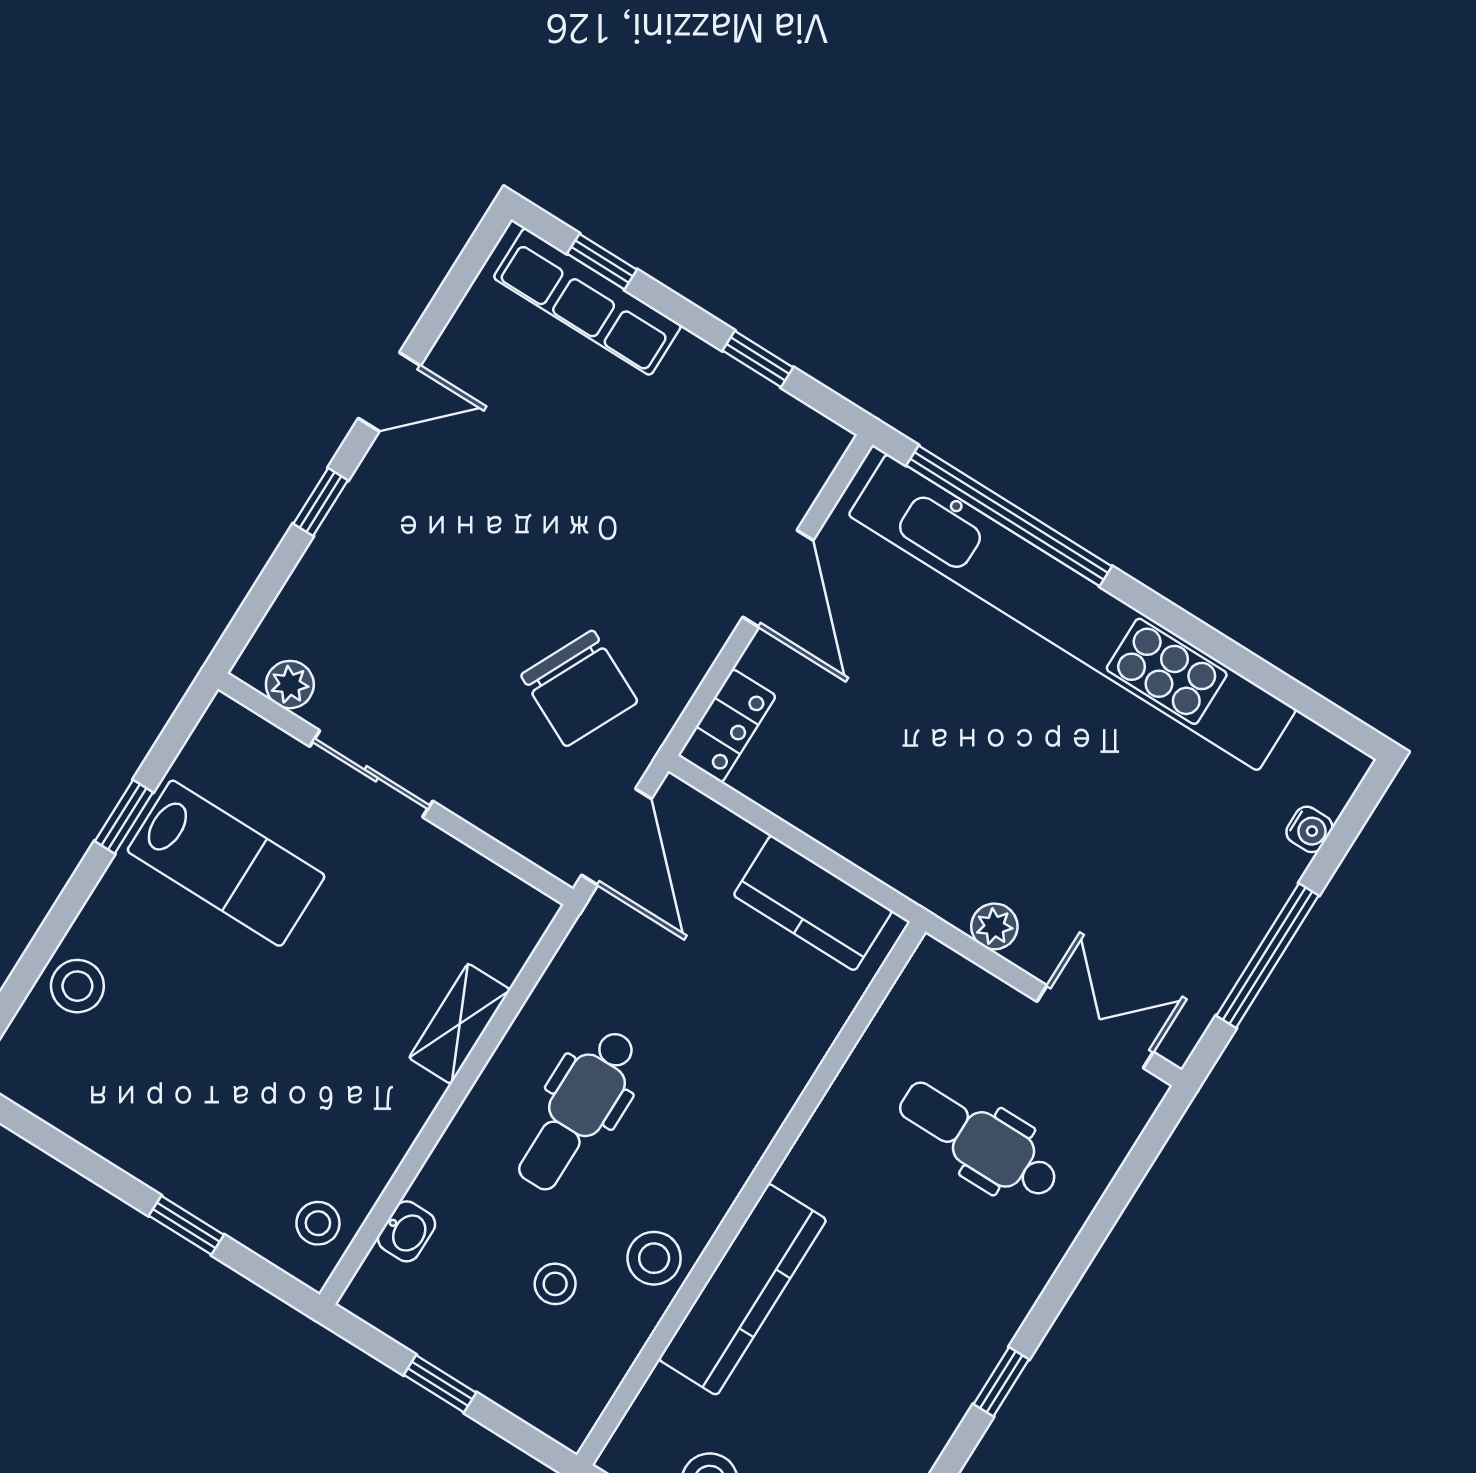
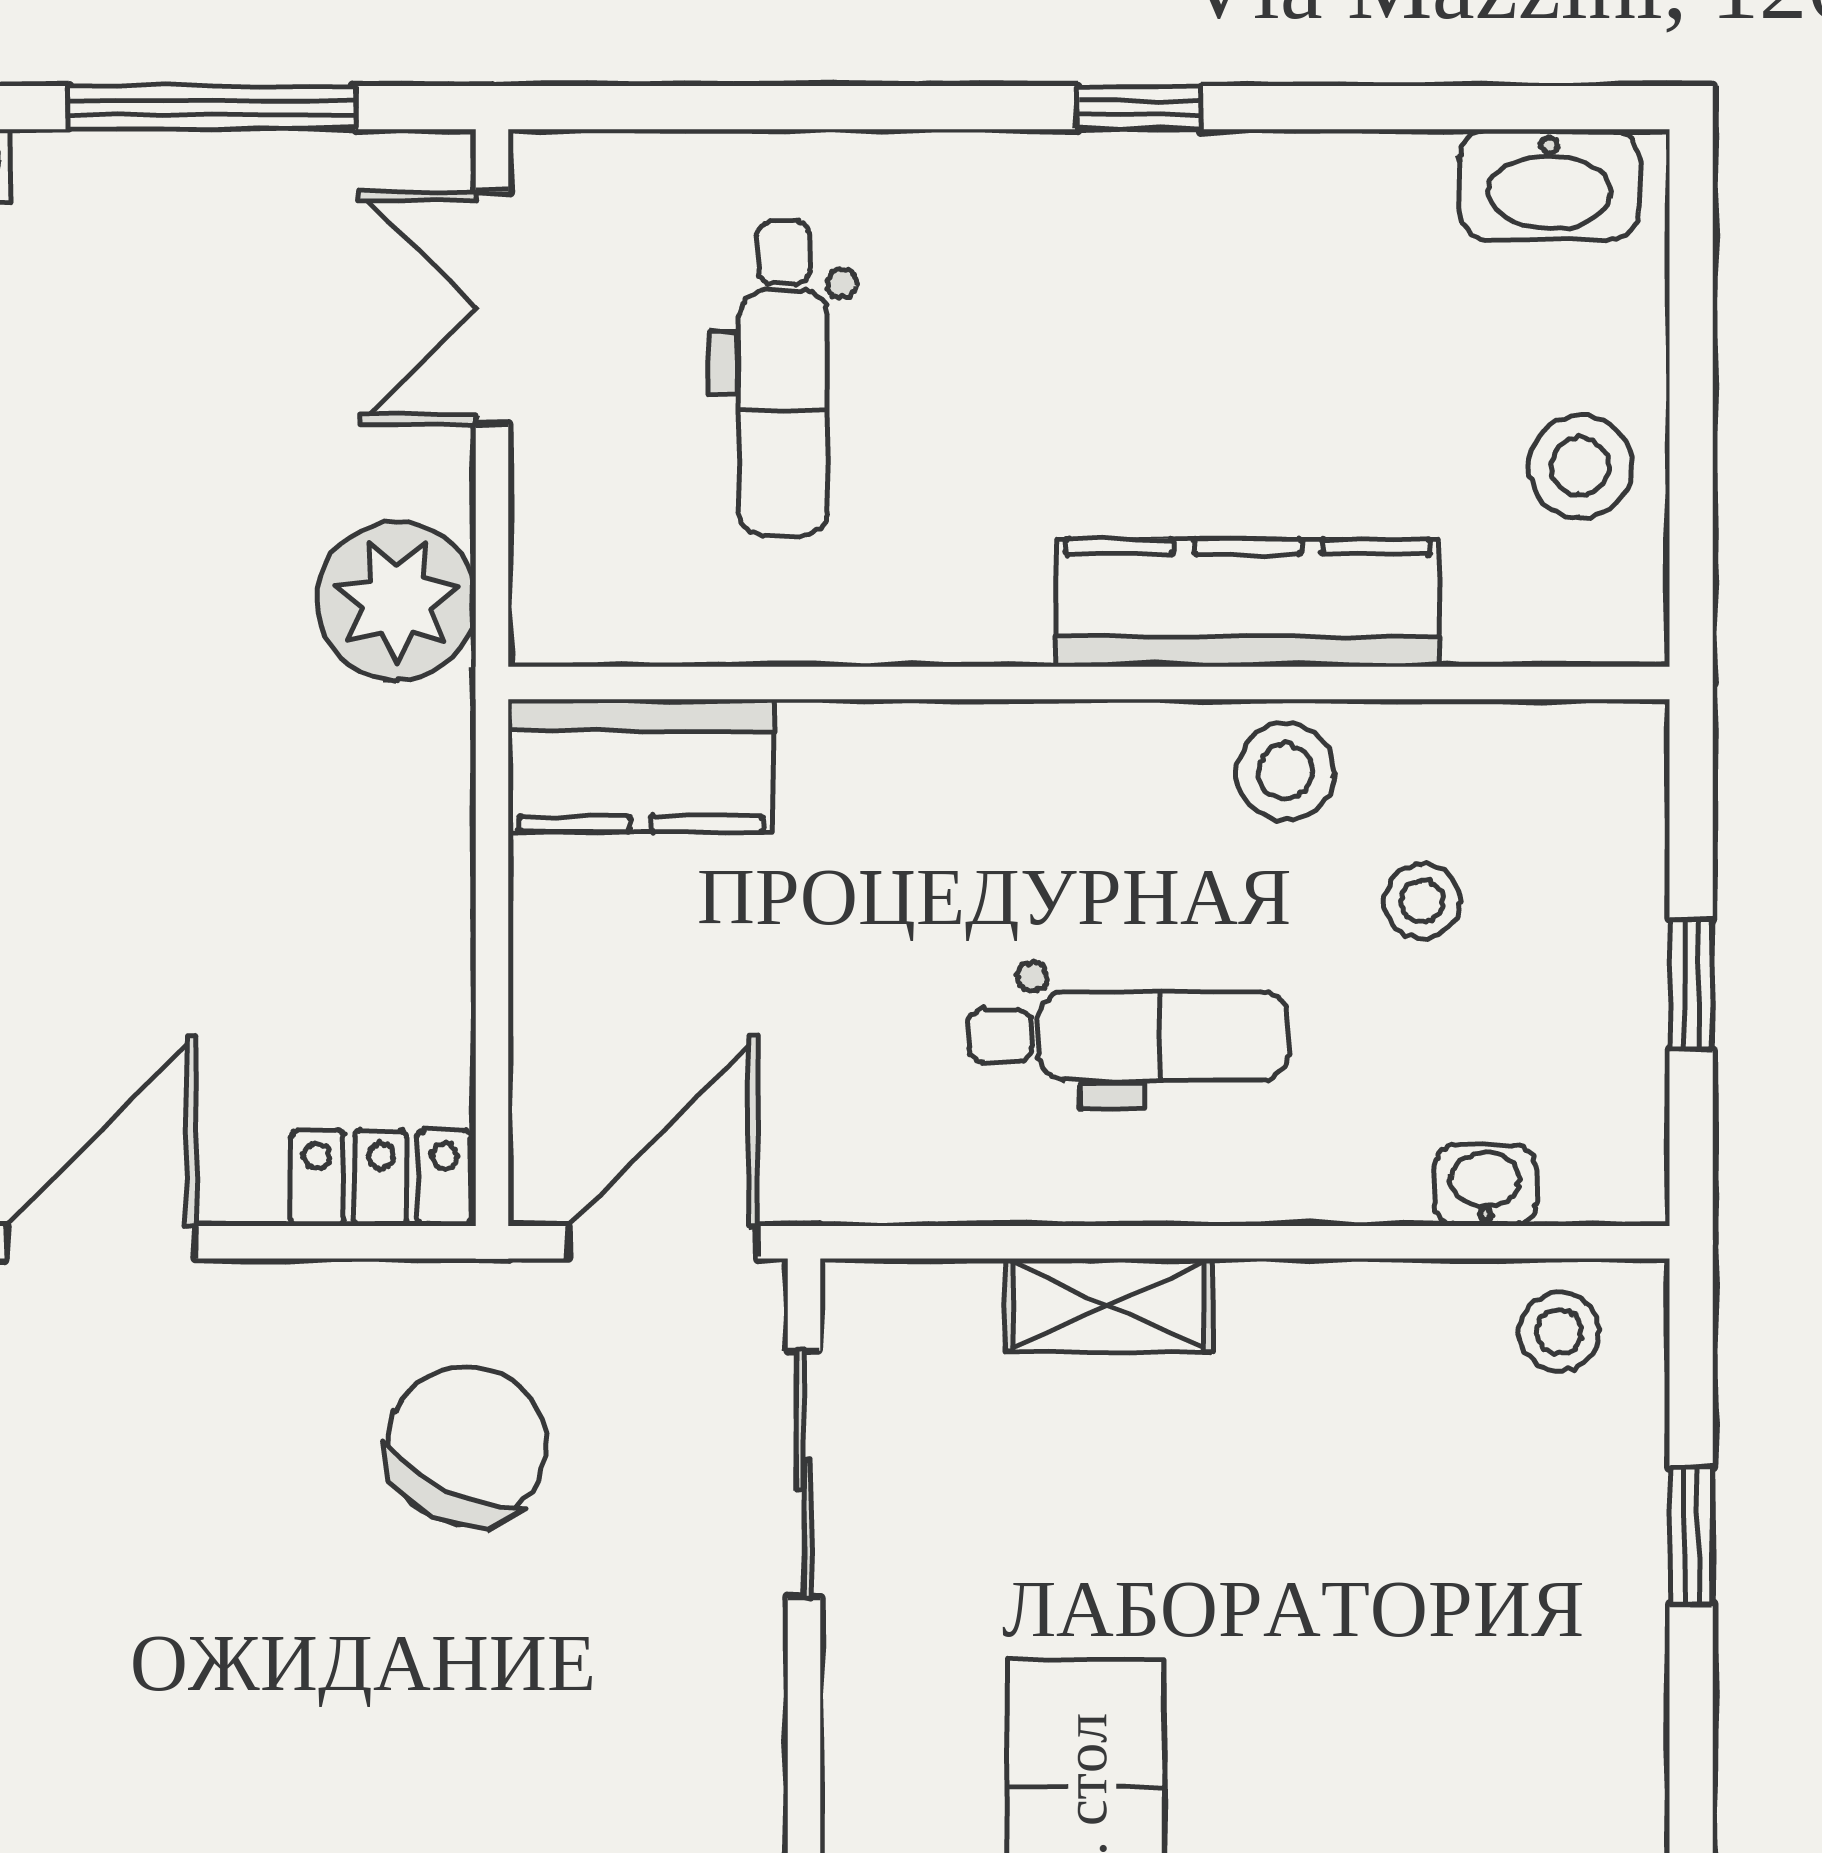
sliding door: (371, 774) -> (804, 1474), moved
kitchen counter: (813, 903) -> (641, 766), moved, turned 90
plant: (994, 926) -> (396, 601), width x1.87, depth x1.87

